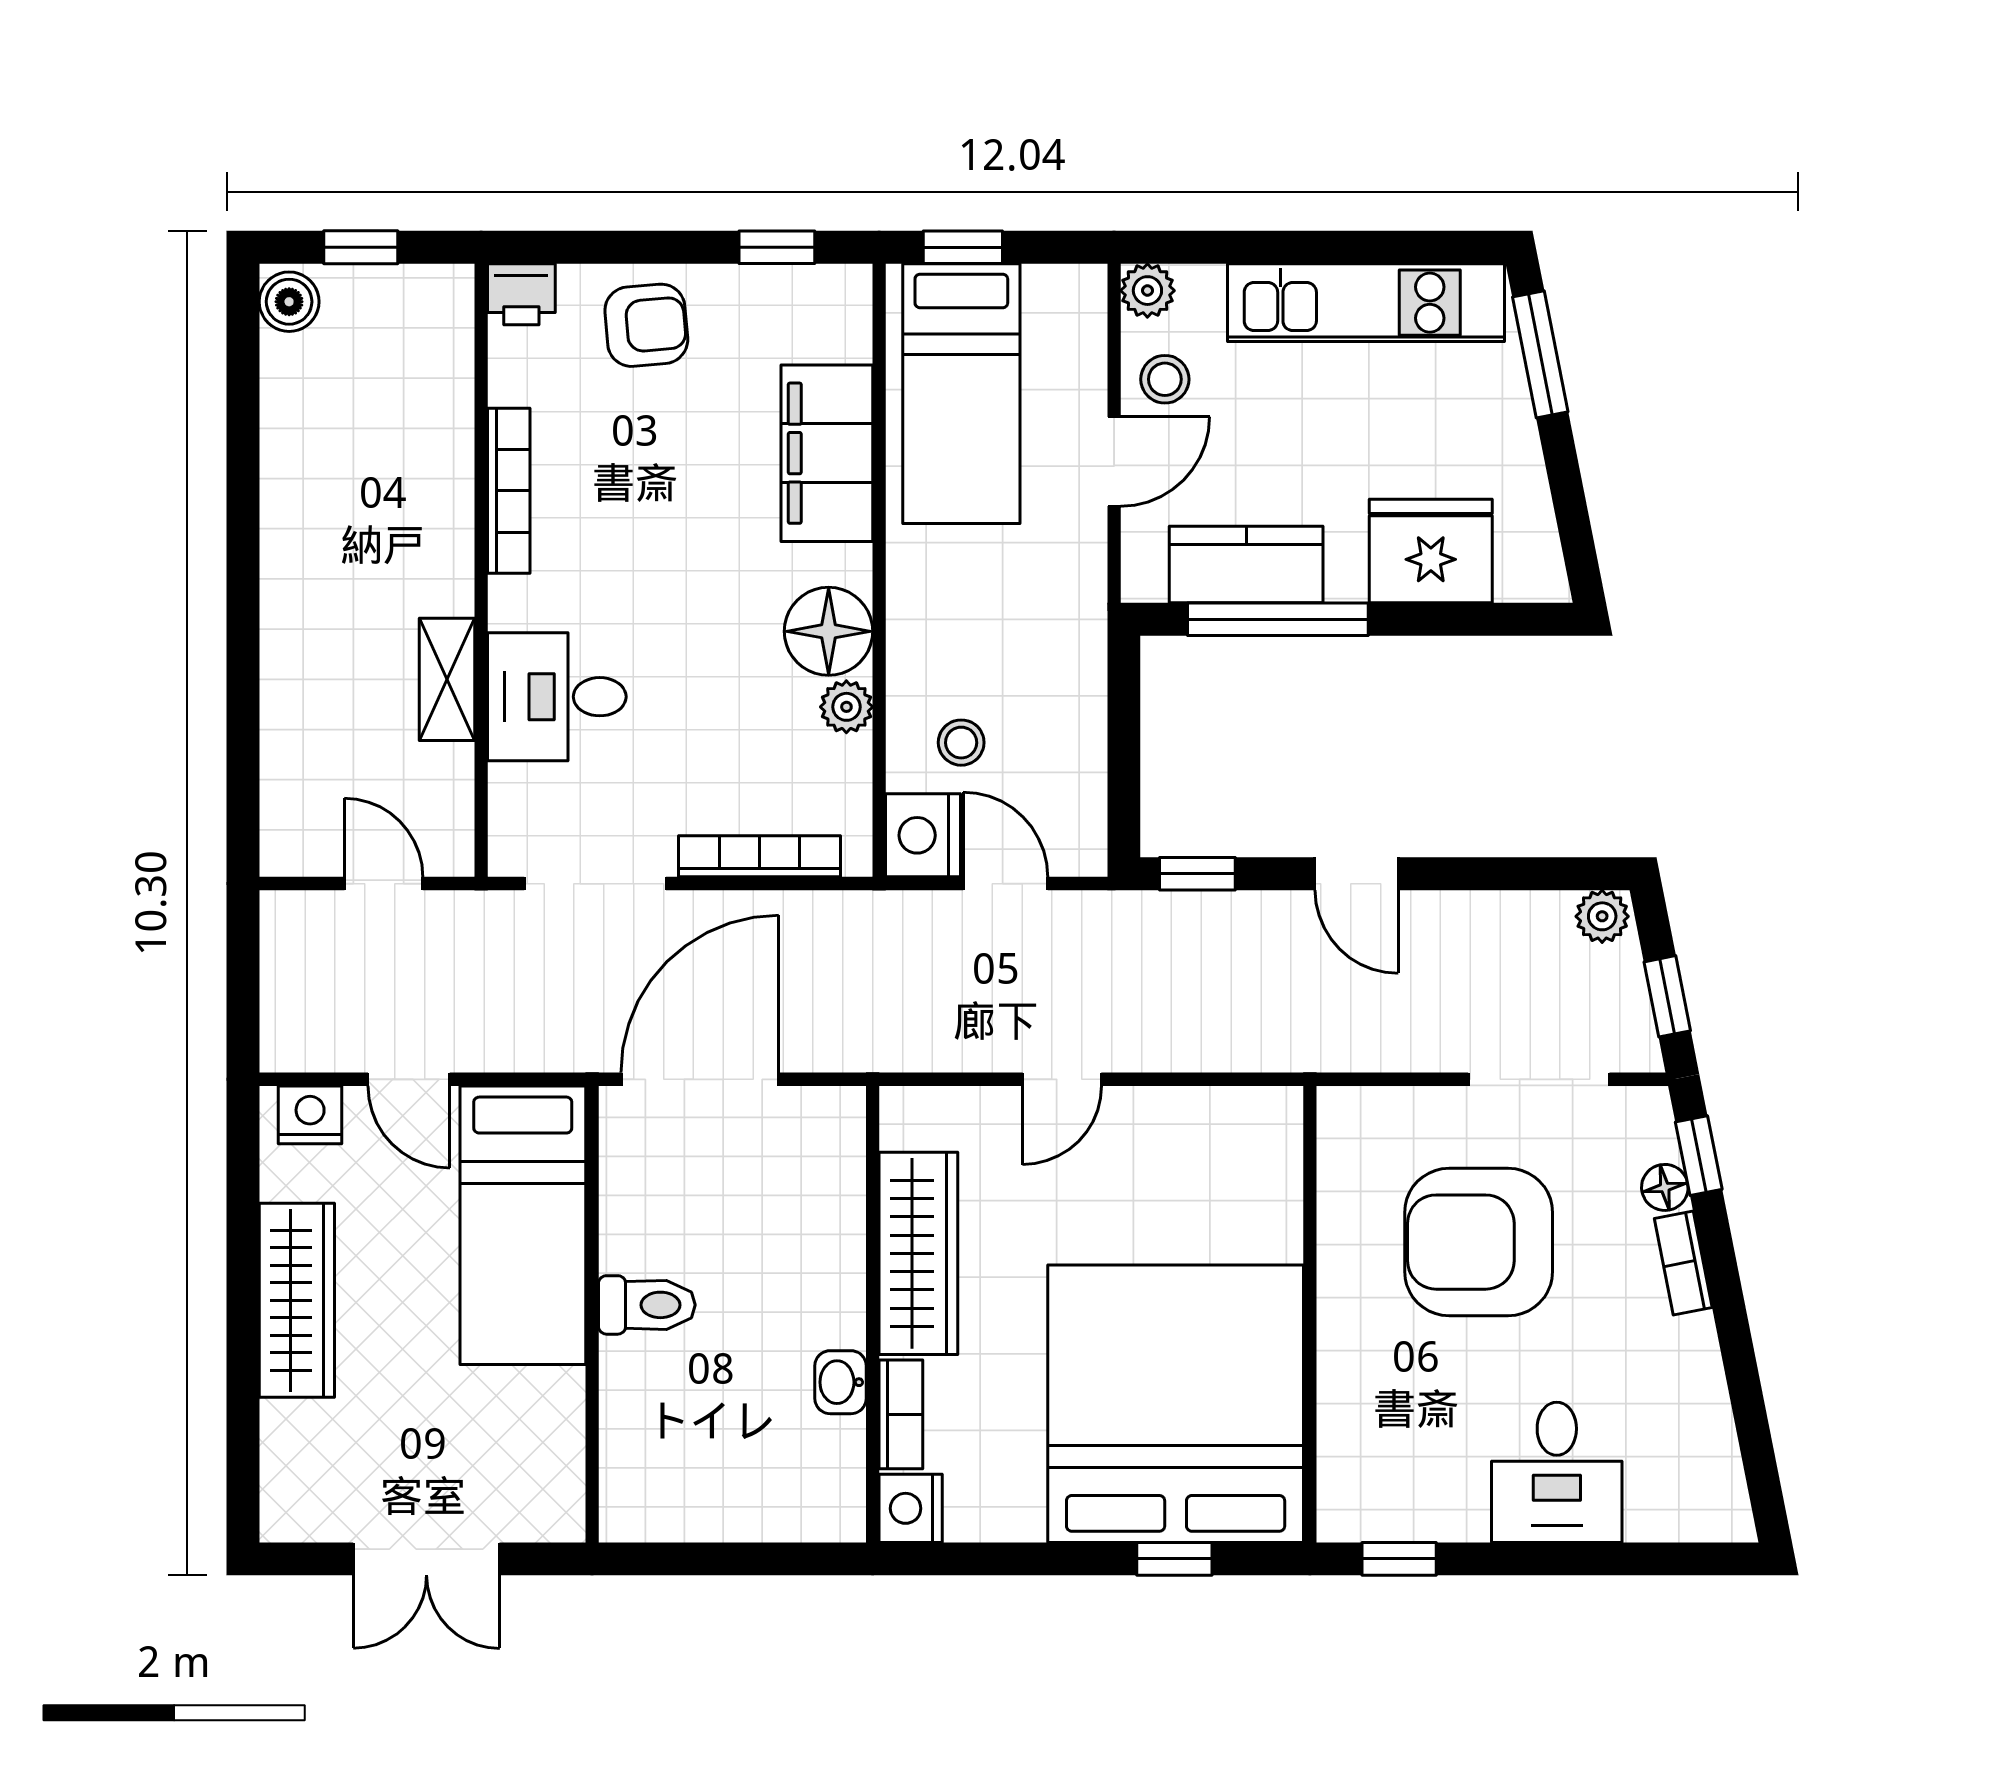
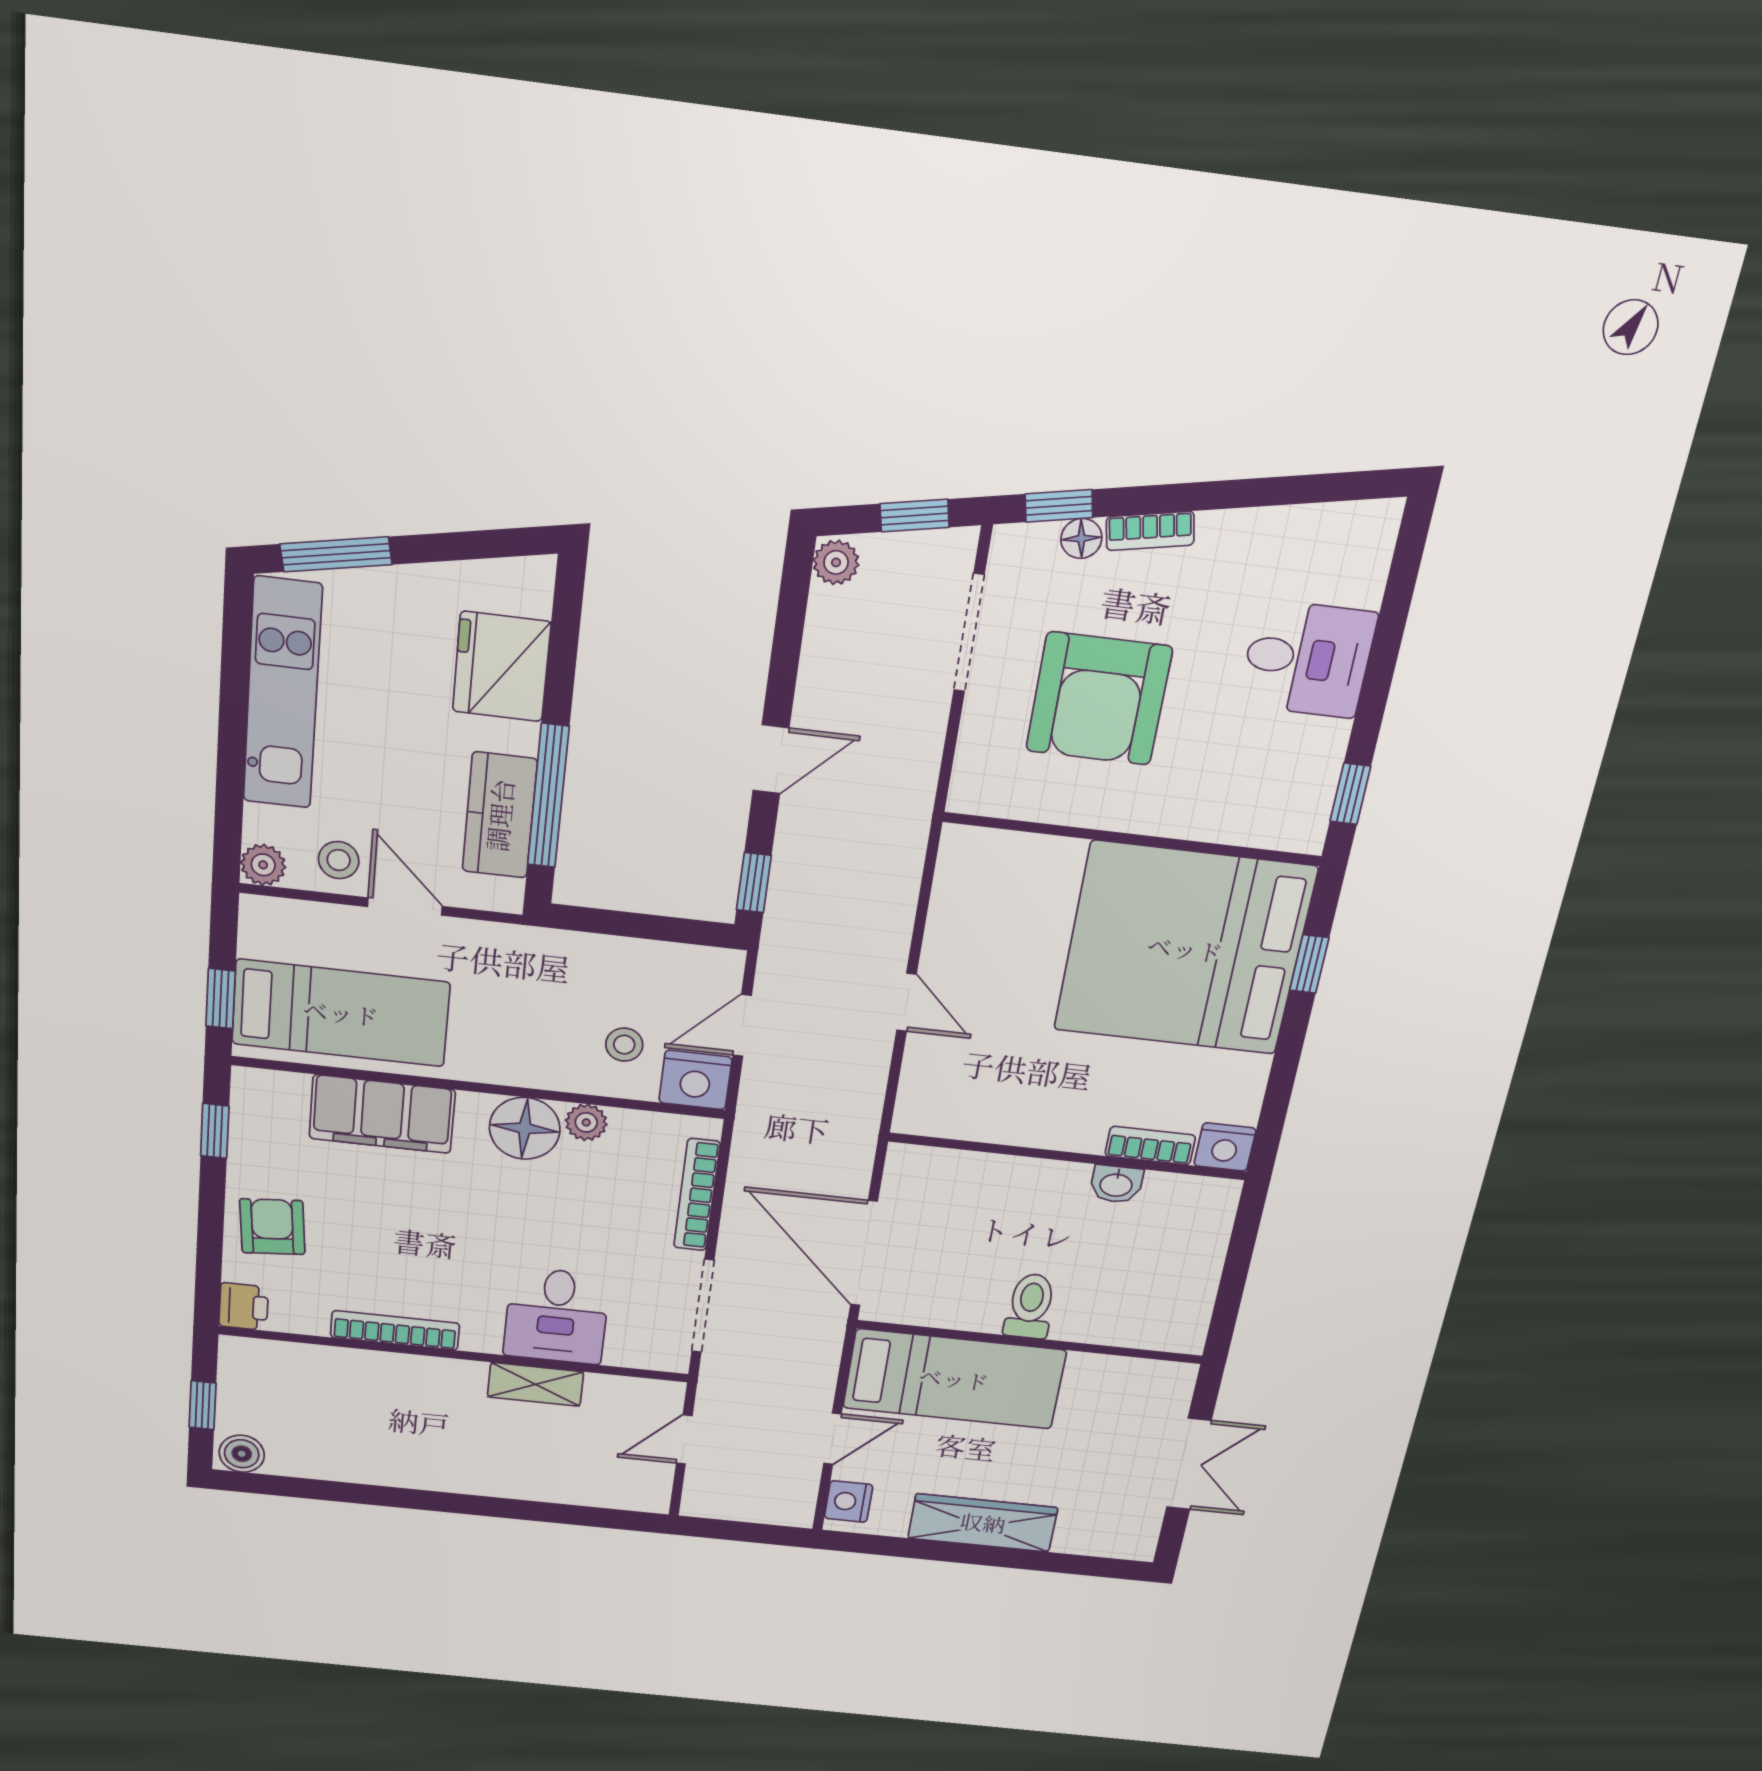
wardrobe: (918, 1253) -> (1027, 1120), removed

